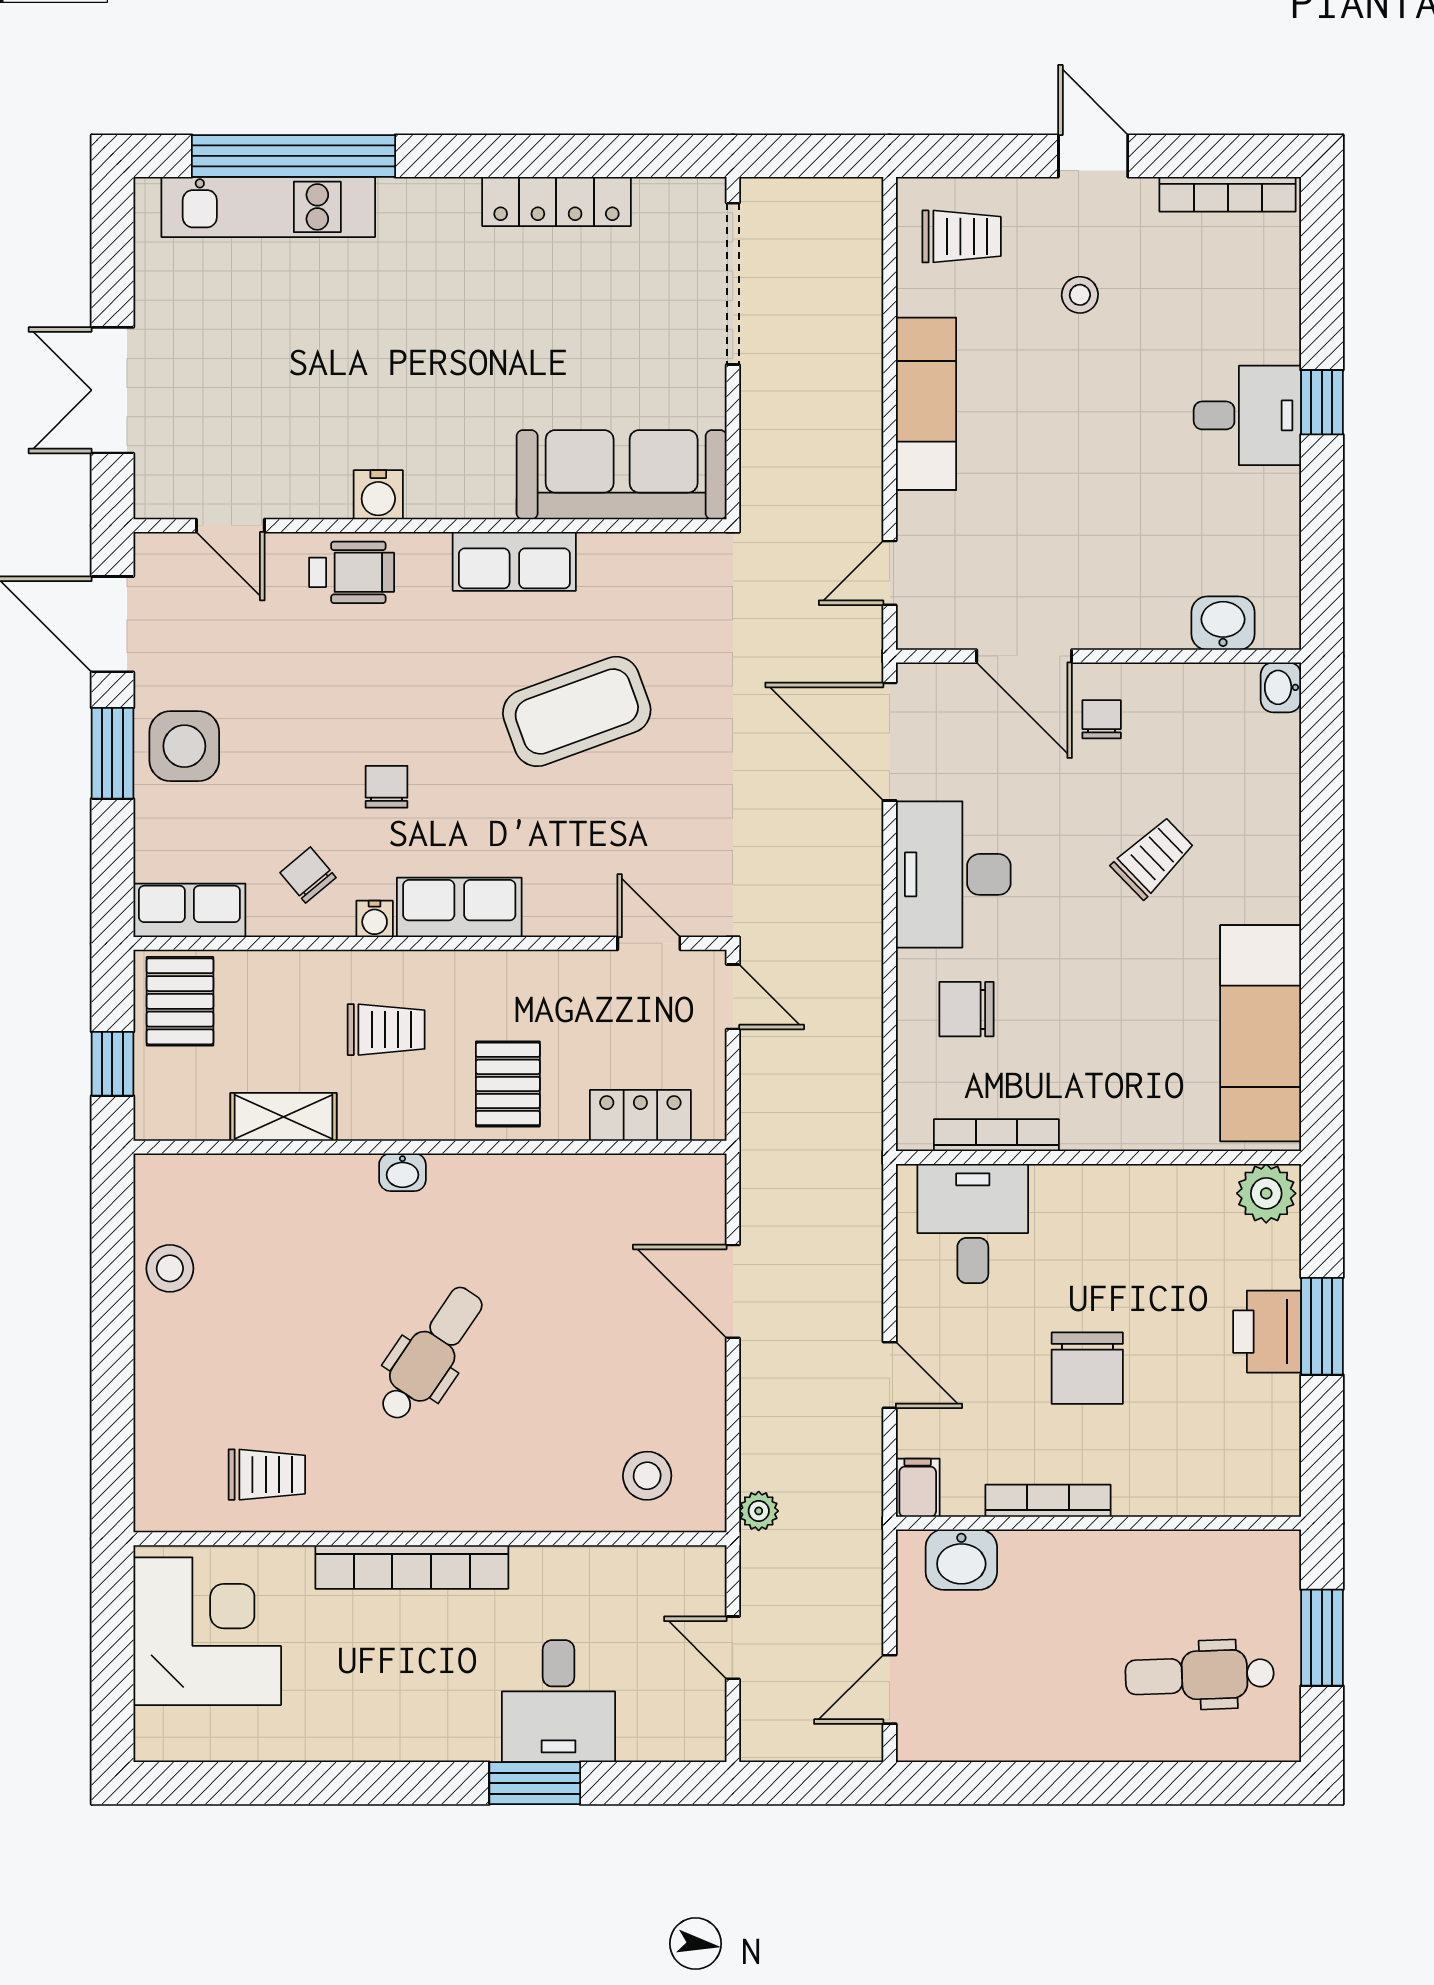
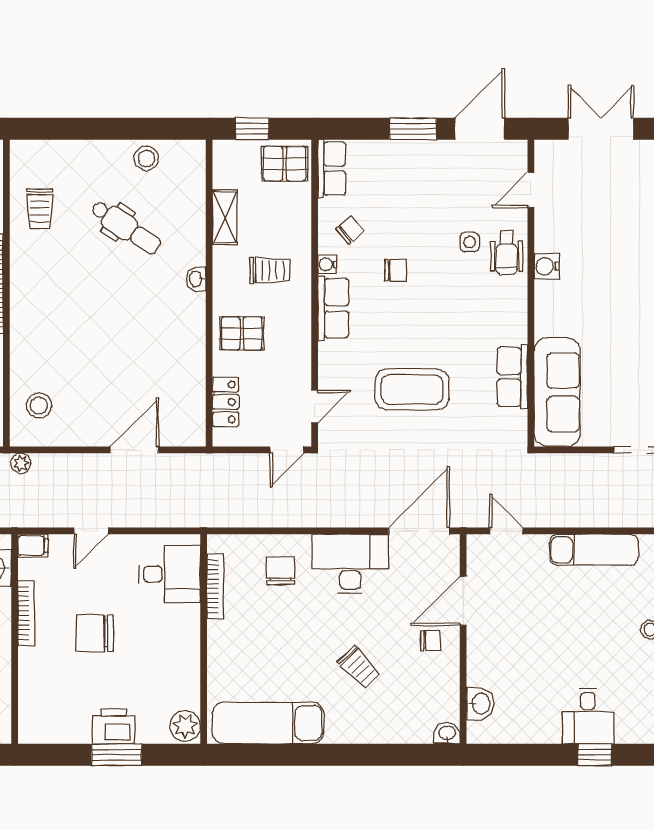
row of seats: (514, 561) -> (512, 377), moved
coffee table: (577, 711) -> (412, 389), moved, turned -70
side table: (184, 746) -> (470, 242), moved, width x0.54, depth x0.54
trolley: (386, 1030) -> (270, 270), turned -90
dental chair: (430, 1354) -> (126, 227), moved

